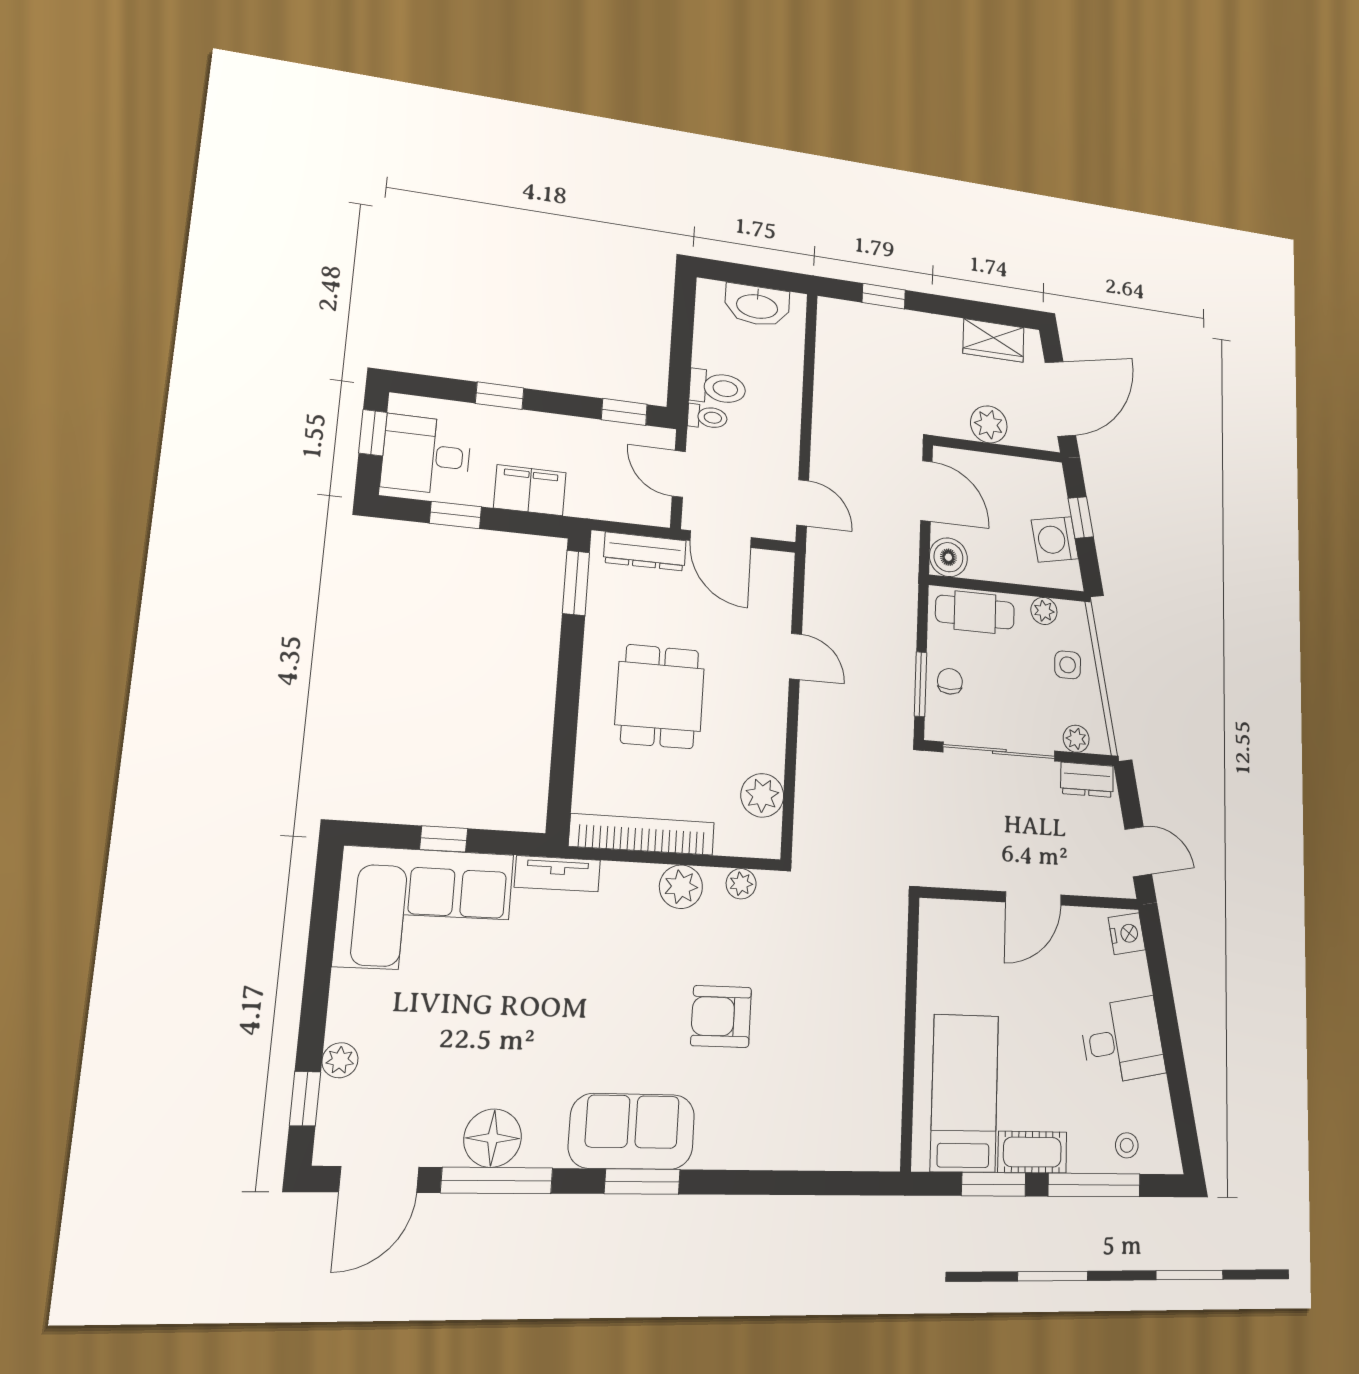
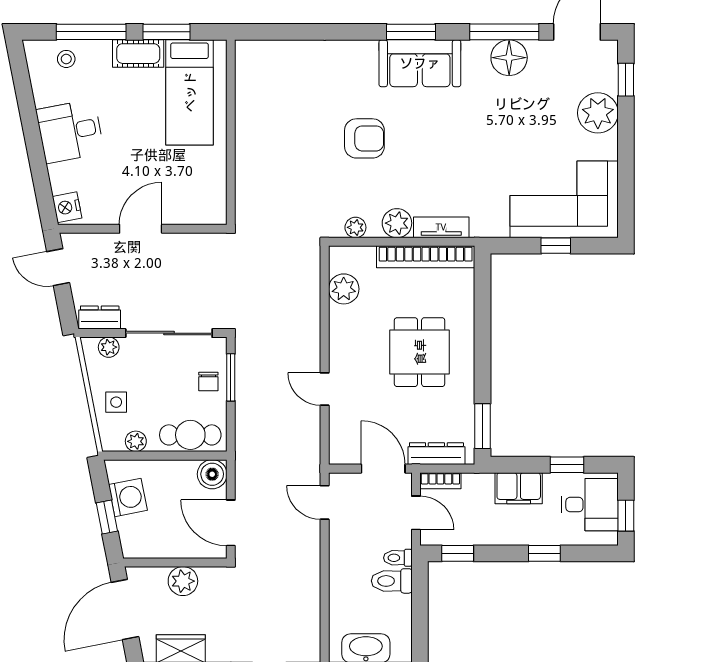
bookcase: (642, 513) -> (440, 481), added
tv unit: (557, 874) -> (441, 227), moved
plant: (340, 1060) -> (598, 113), width x1.88, depth x1.88

